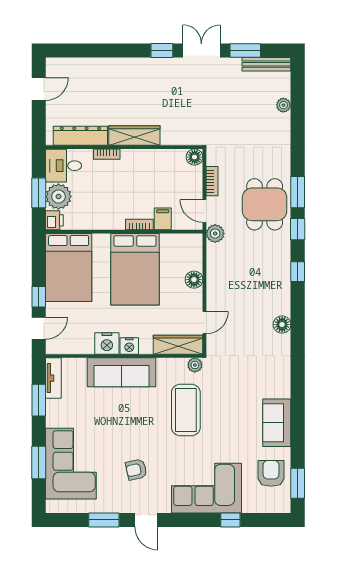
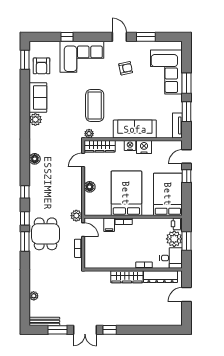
door: (39, 89) -> (187, 295), moved
floor lamp: (195, 157) -> (89, 263), removed
plant: (281, 387) -> (35, 120), added
window: (39, 462) -> (187, 83), moved

